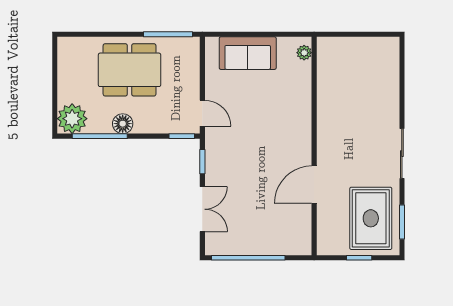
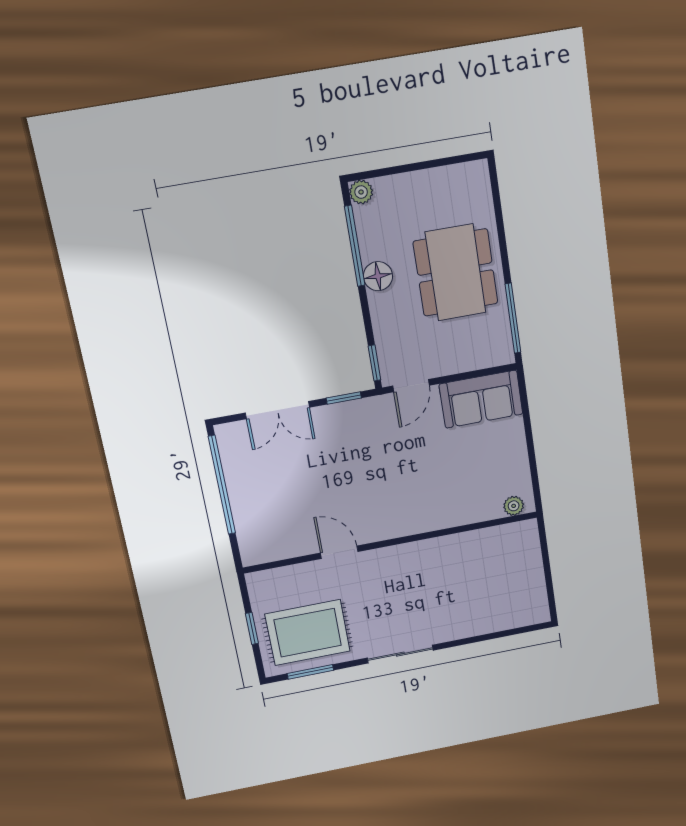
sofa: (248, 53) -> (481, 399), moved, turned -90
plant: (72, 119) -> (361, 192), width x0.53, depth x0.53
door: (314, 185) -> (339, 552), width x0.73

